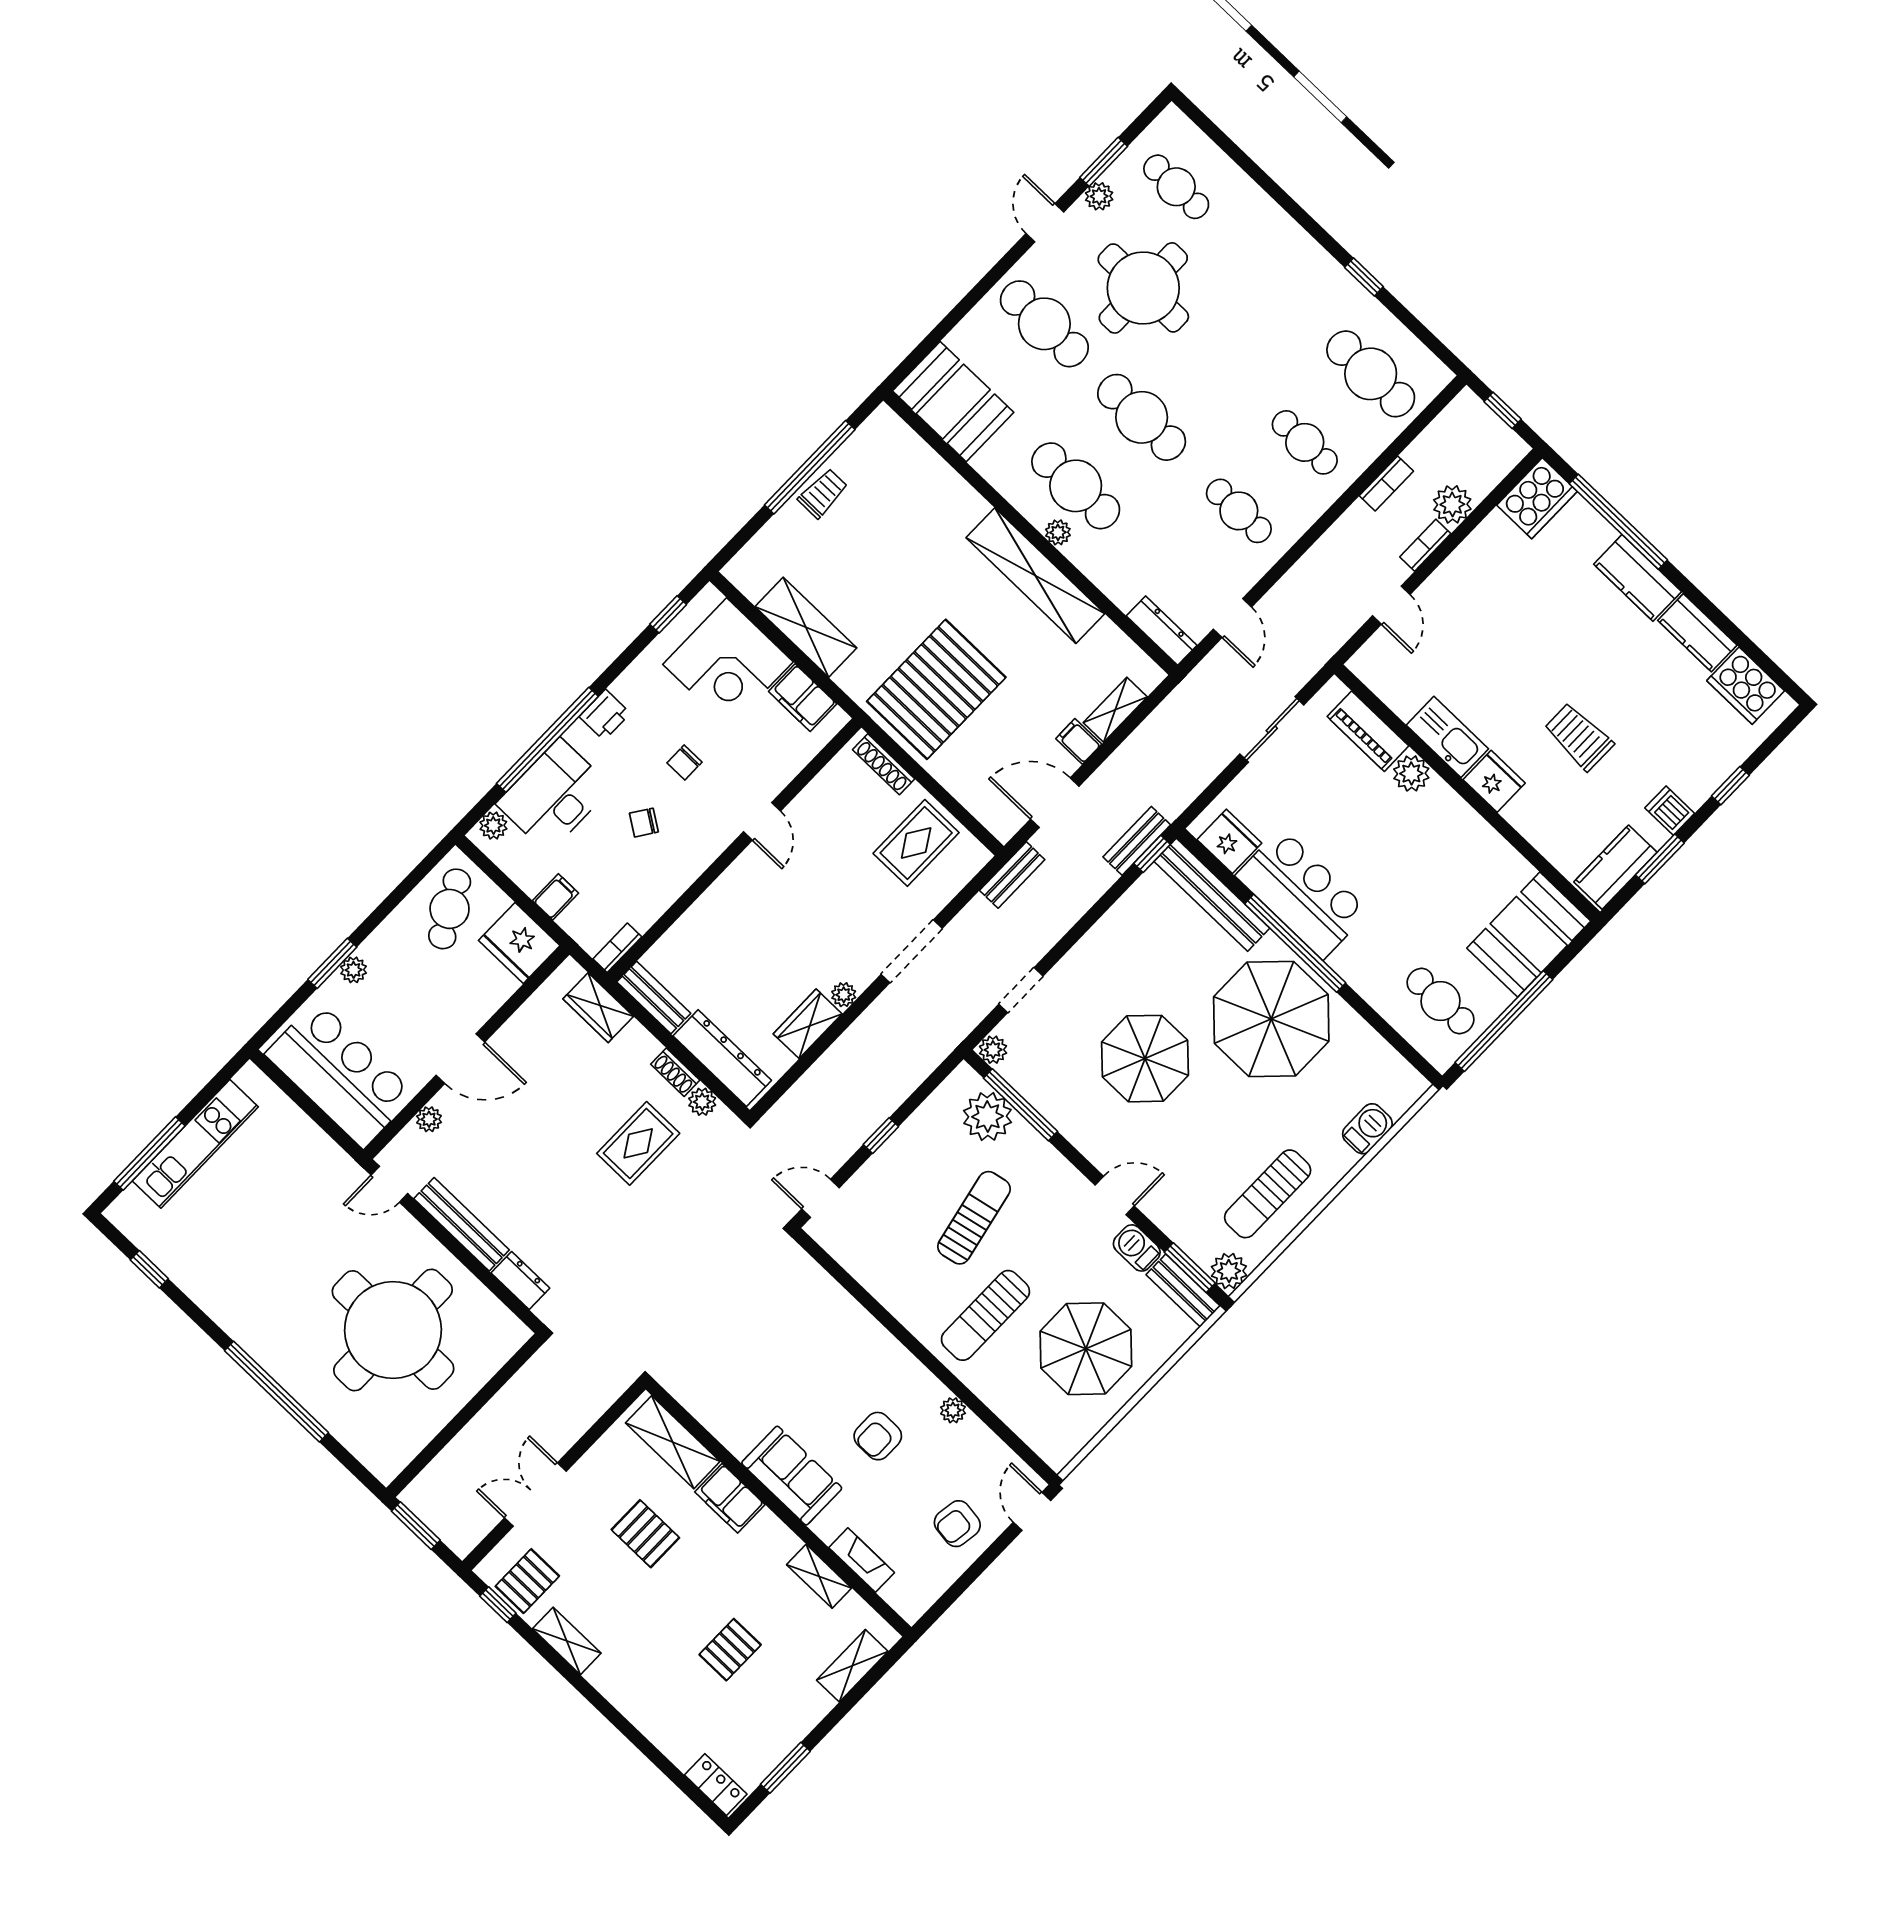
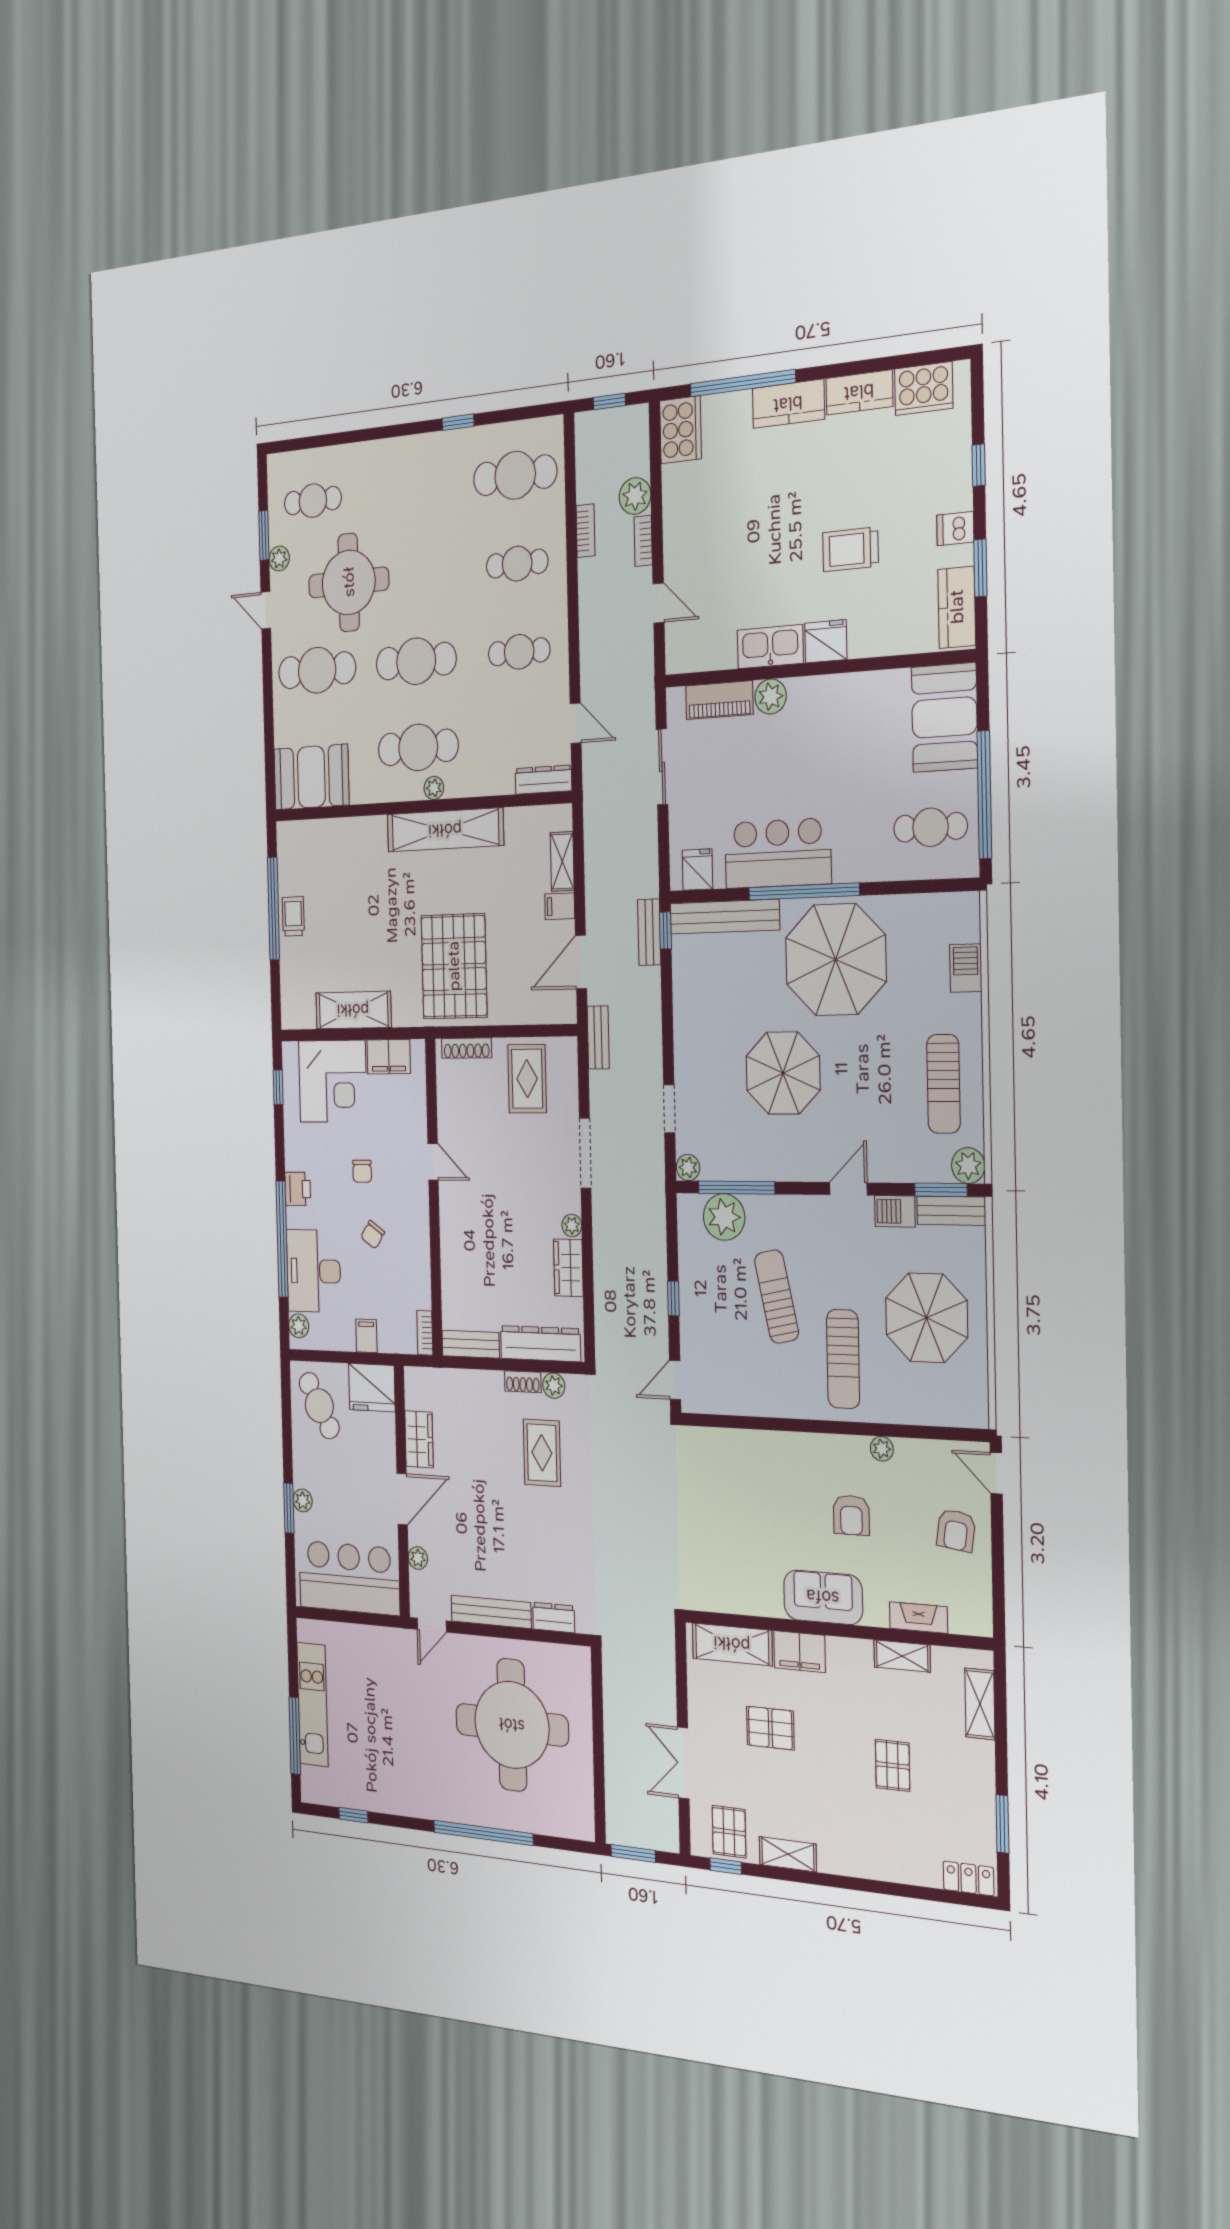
fridge: (1229, 841) -> (697, 870), width x0.72
wardrobe: (598, 1008) -> (419, 1439), moved, turned -90

